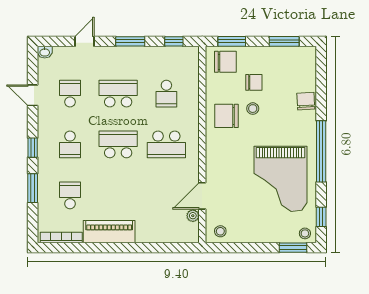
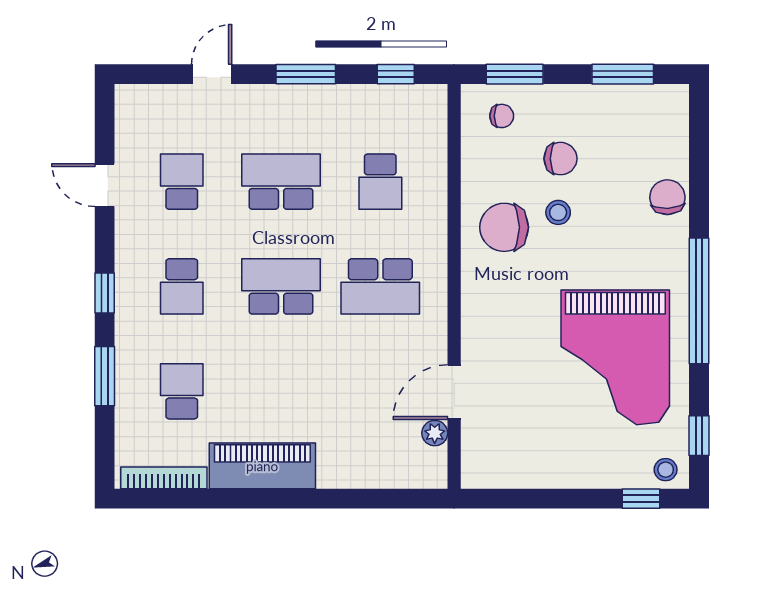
washbasin: (45, 52) -> (130, 96), removed
chair: (225, 62) -> (502, 116), width x0.54, depth x0.54
stool: (220, 231) -> (491, 465), removed
window: (293, 248) -> (641, 499), width x0.67

